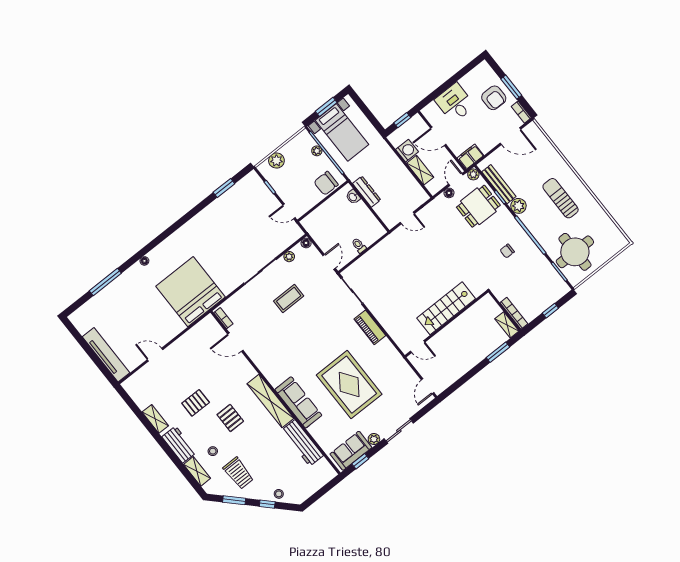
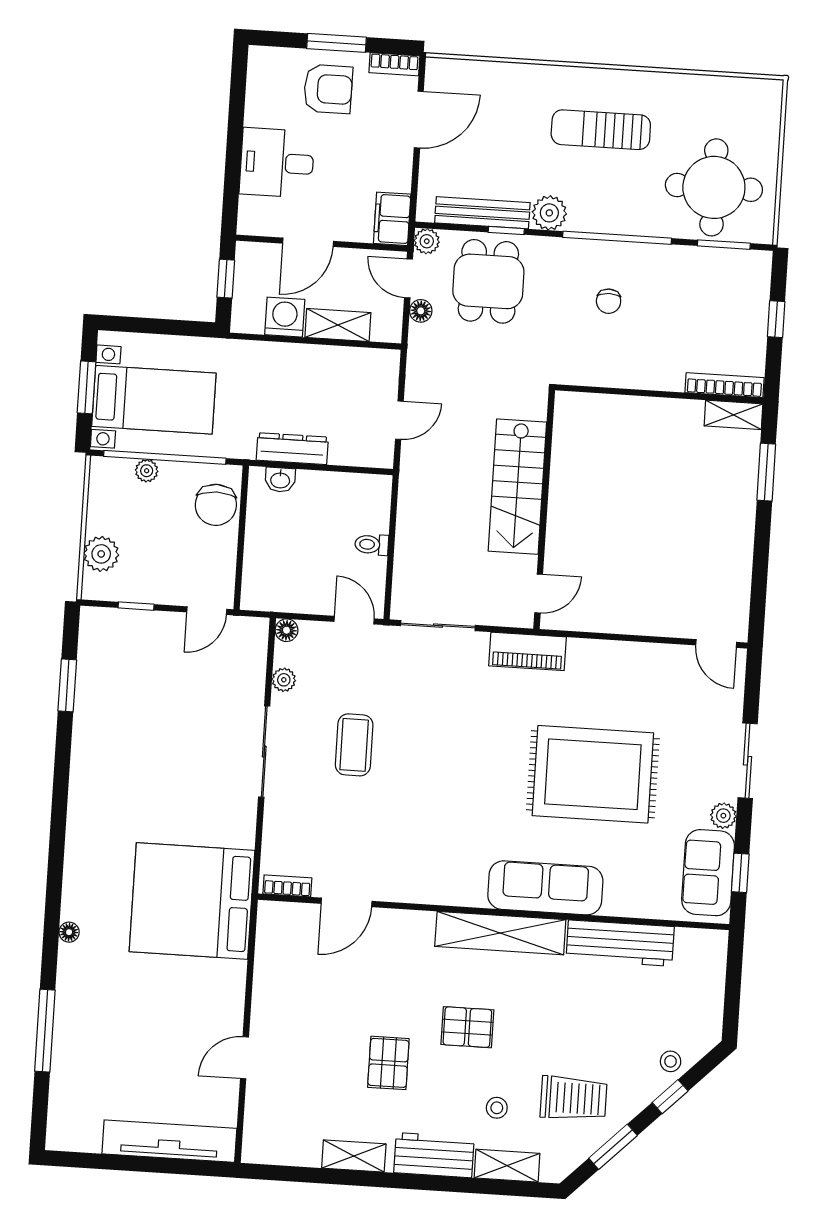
stairs: (446, 308) -> (517, 487), moved
wall: (447, 324) -> (544, 510), moved
door: (418, 347) -> (539, 594), moved

